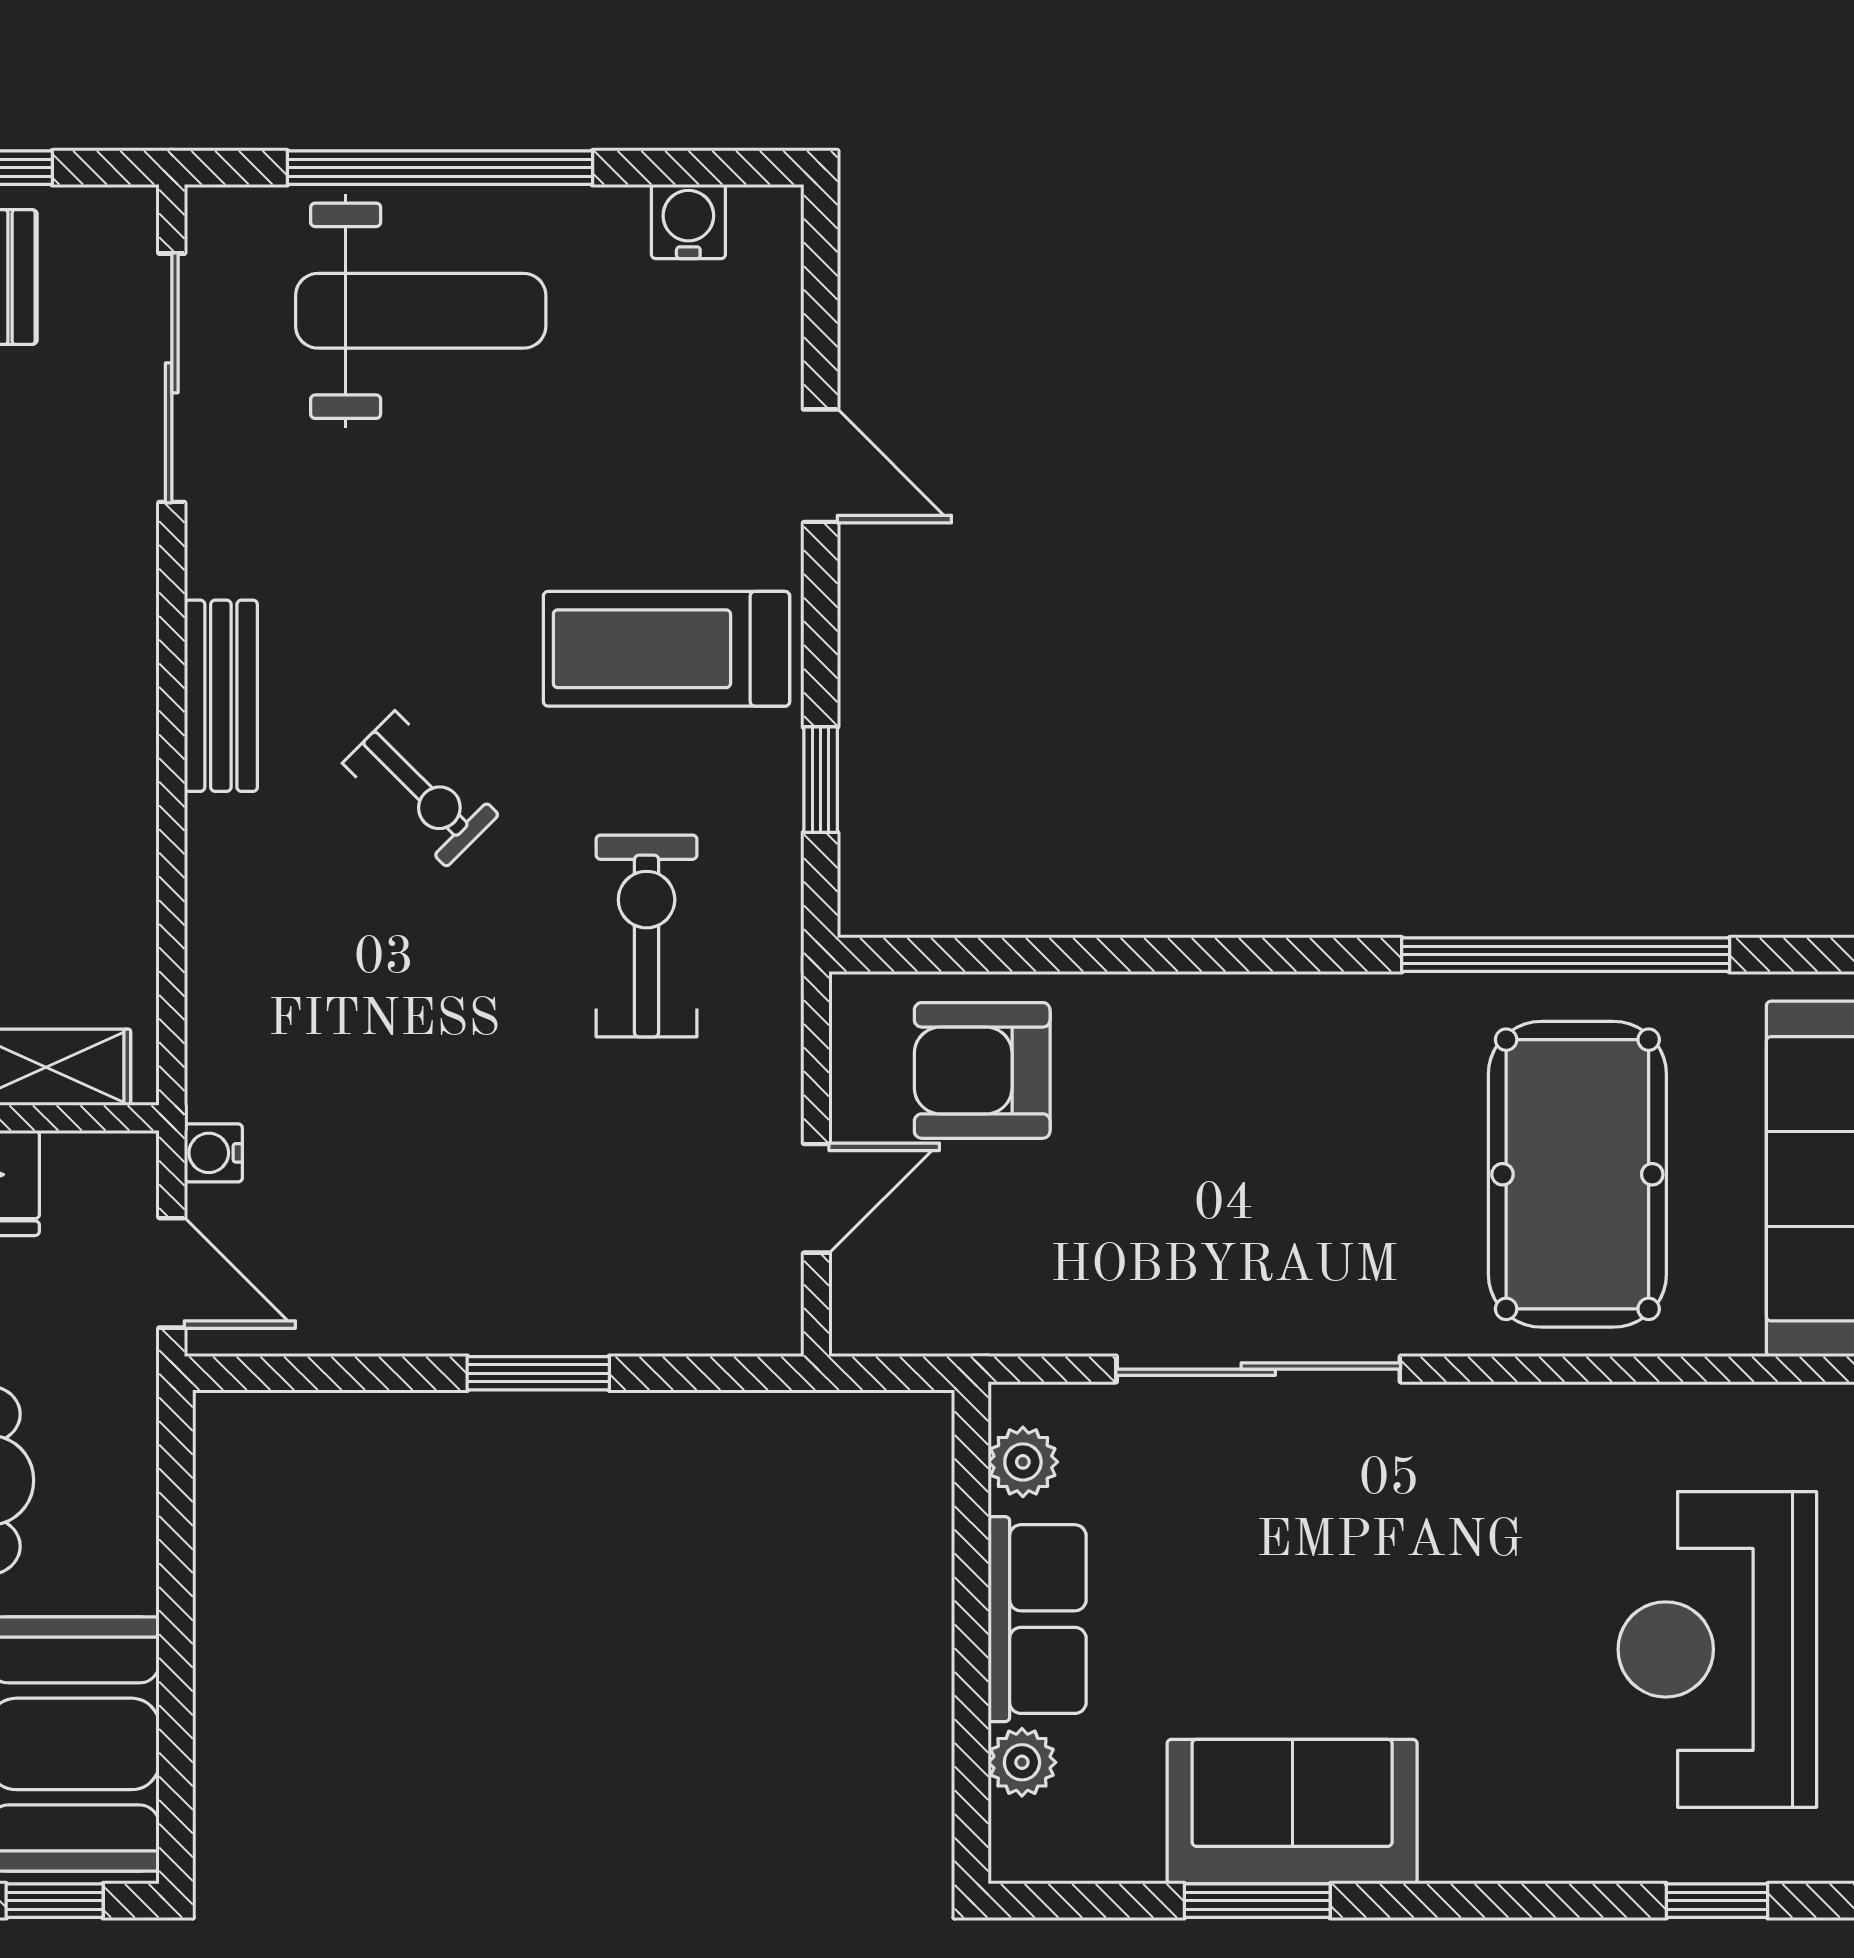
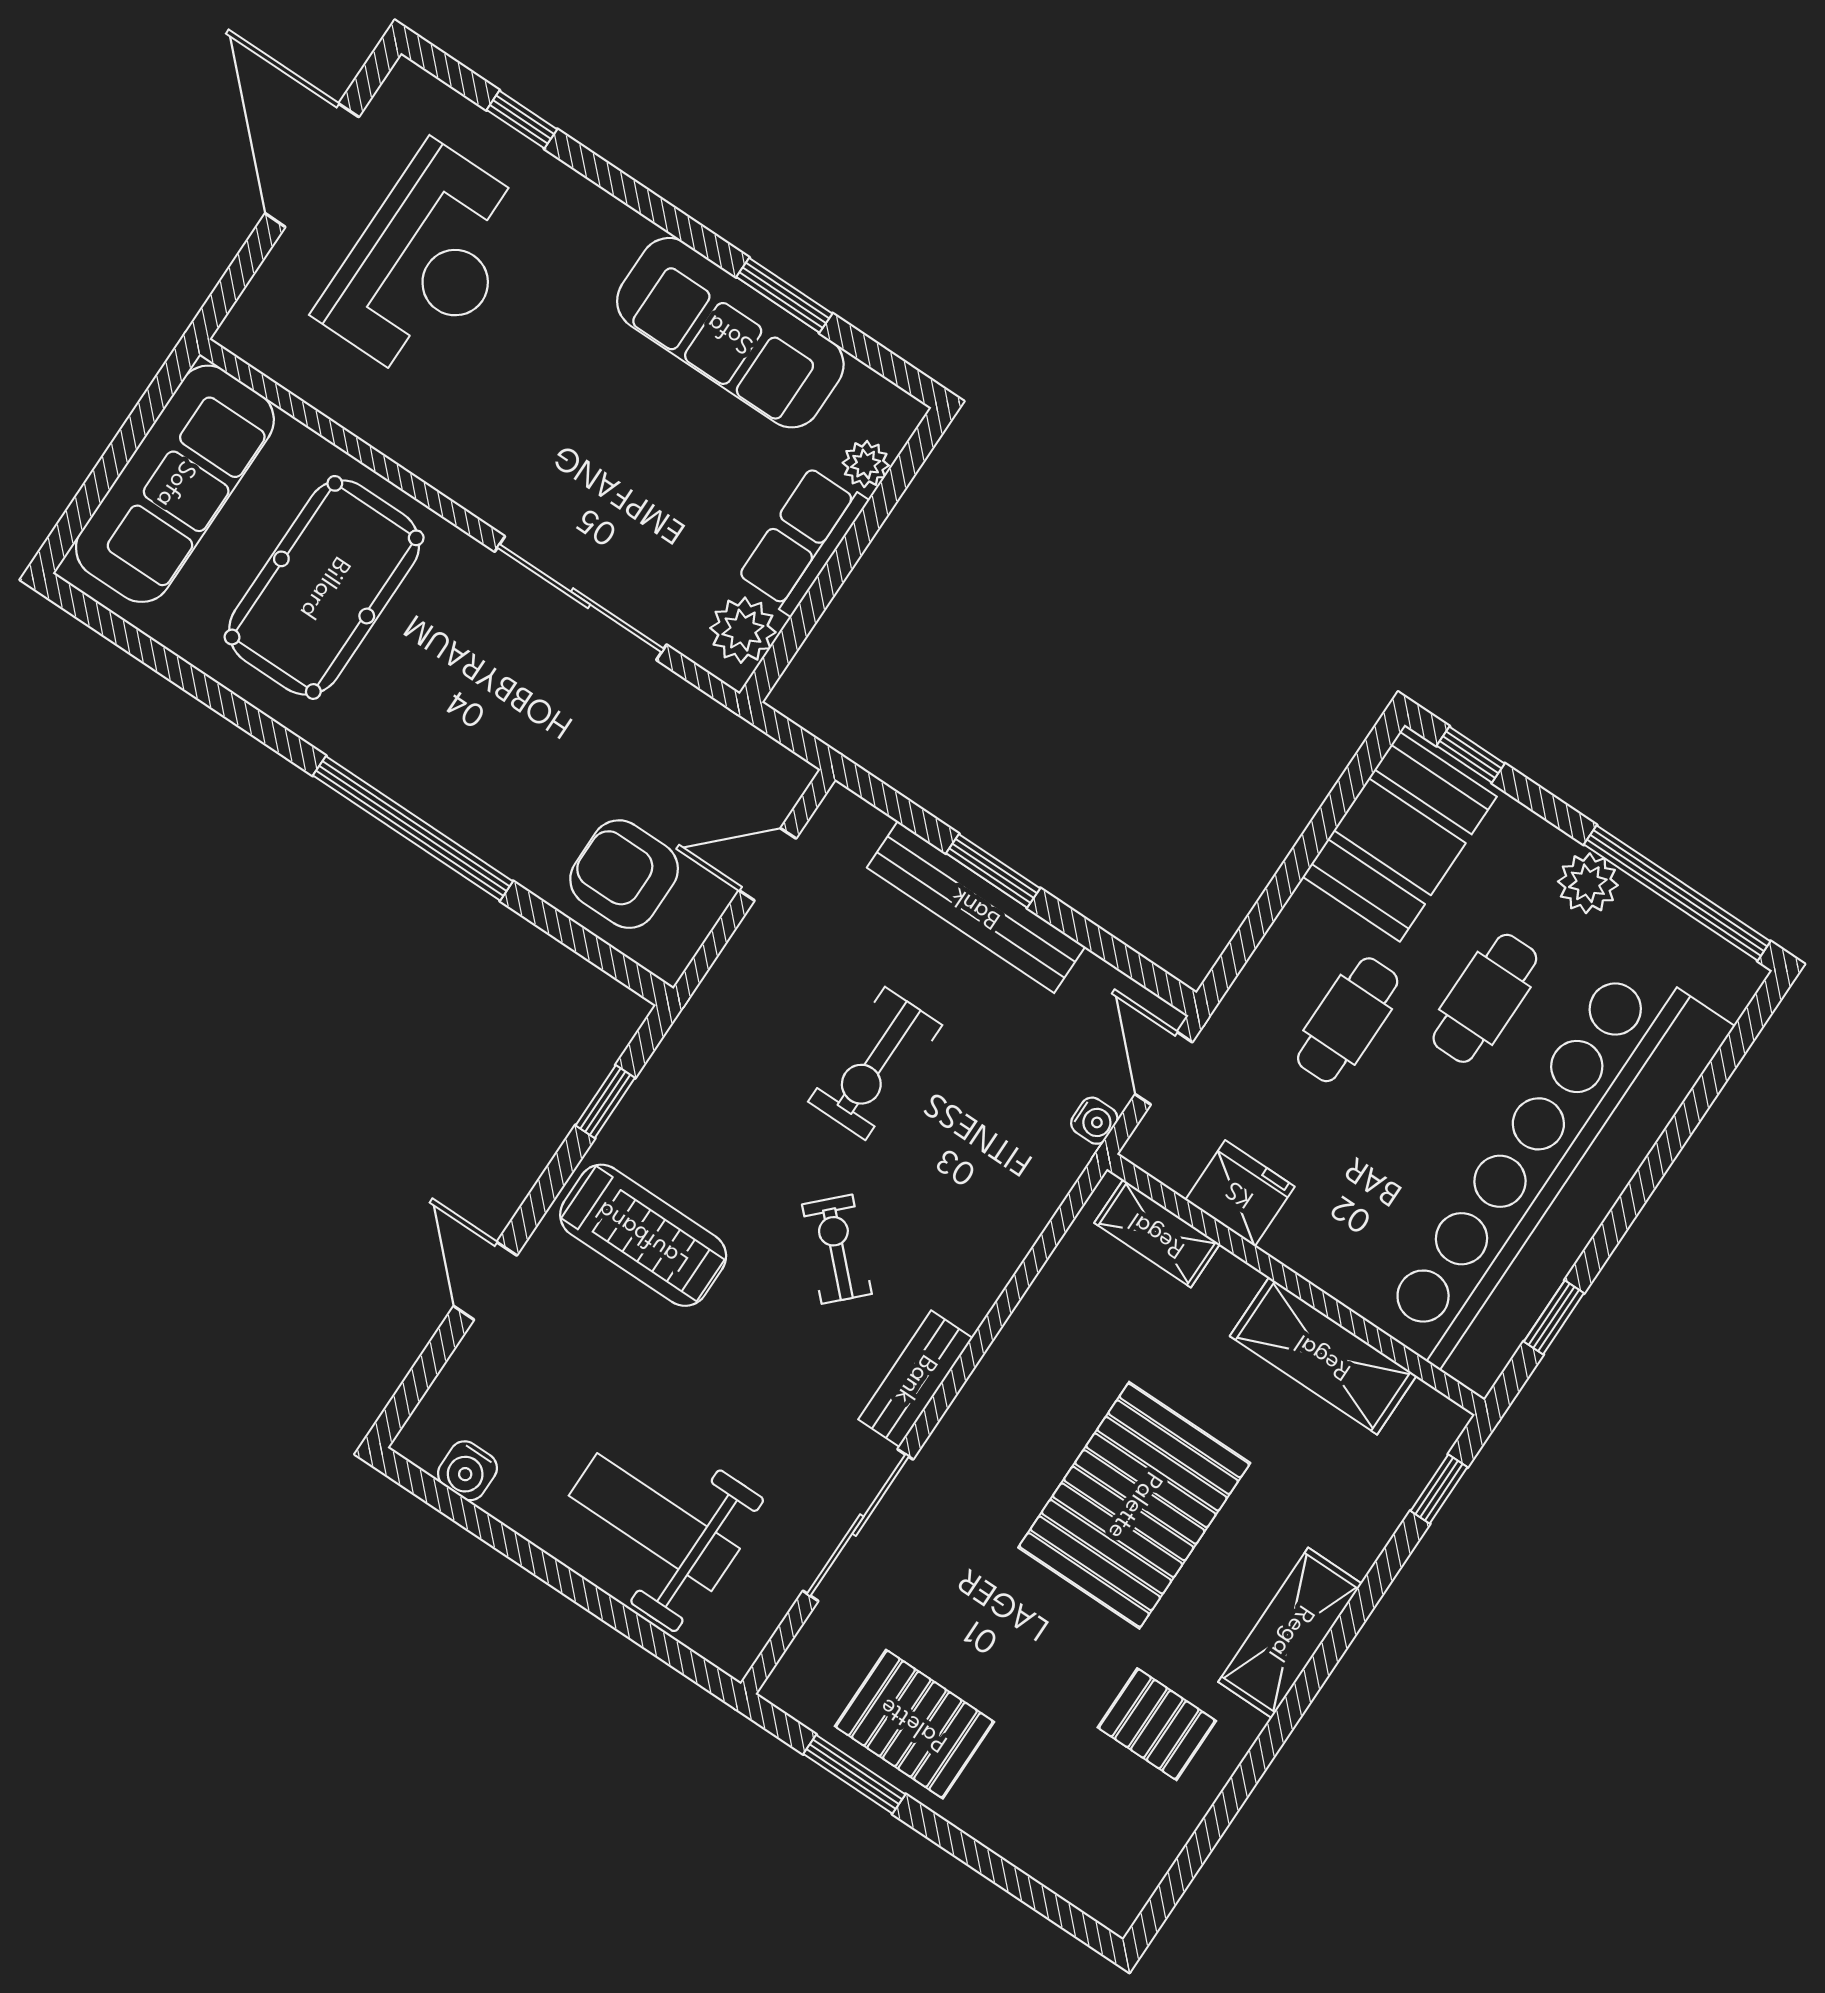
window: (440, 168) -> (589, 1596), removed
sliding door: (172, 378) -> (858, 1525), moved
exercise bike: (647, 936) -> (875, 1063), moved
window: (1566, 955) -> (413, 828), moved
armchair: (982, 1070) -> (624, 874), turned 180
bench: (530, 1316) -> (976, 907), added
plant: (1023, 1462) -> (743, 630), width x1.38, depth x1.38
sofa: (1292, 1812) -> (730, 333), width x1.36

